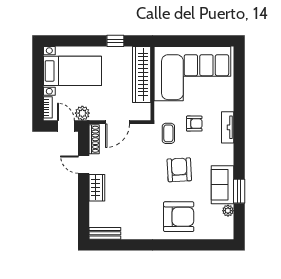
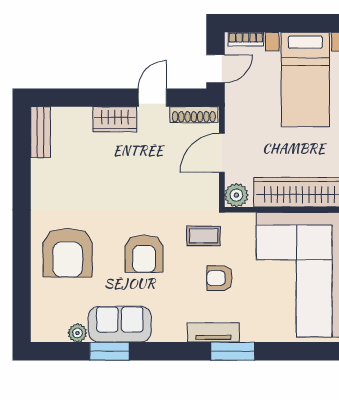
plant: (82, 113) -> (236, 195), moved
window: (239, 115) -> (233, 351), added
door: (118, 122) -> (222, 153), hinge flipped
armchair: (194, 124) -> (219, 278), turned 90
armchair: (179, 170) -> (144, 254), turned 93

